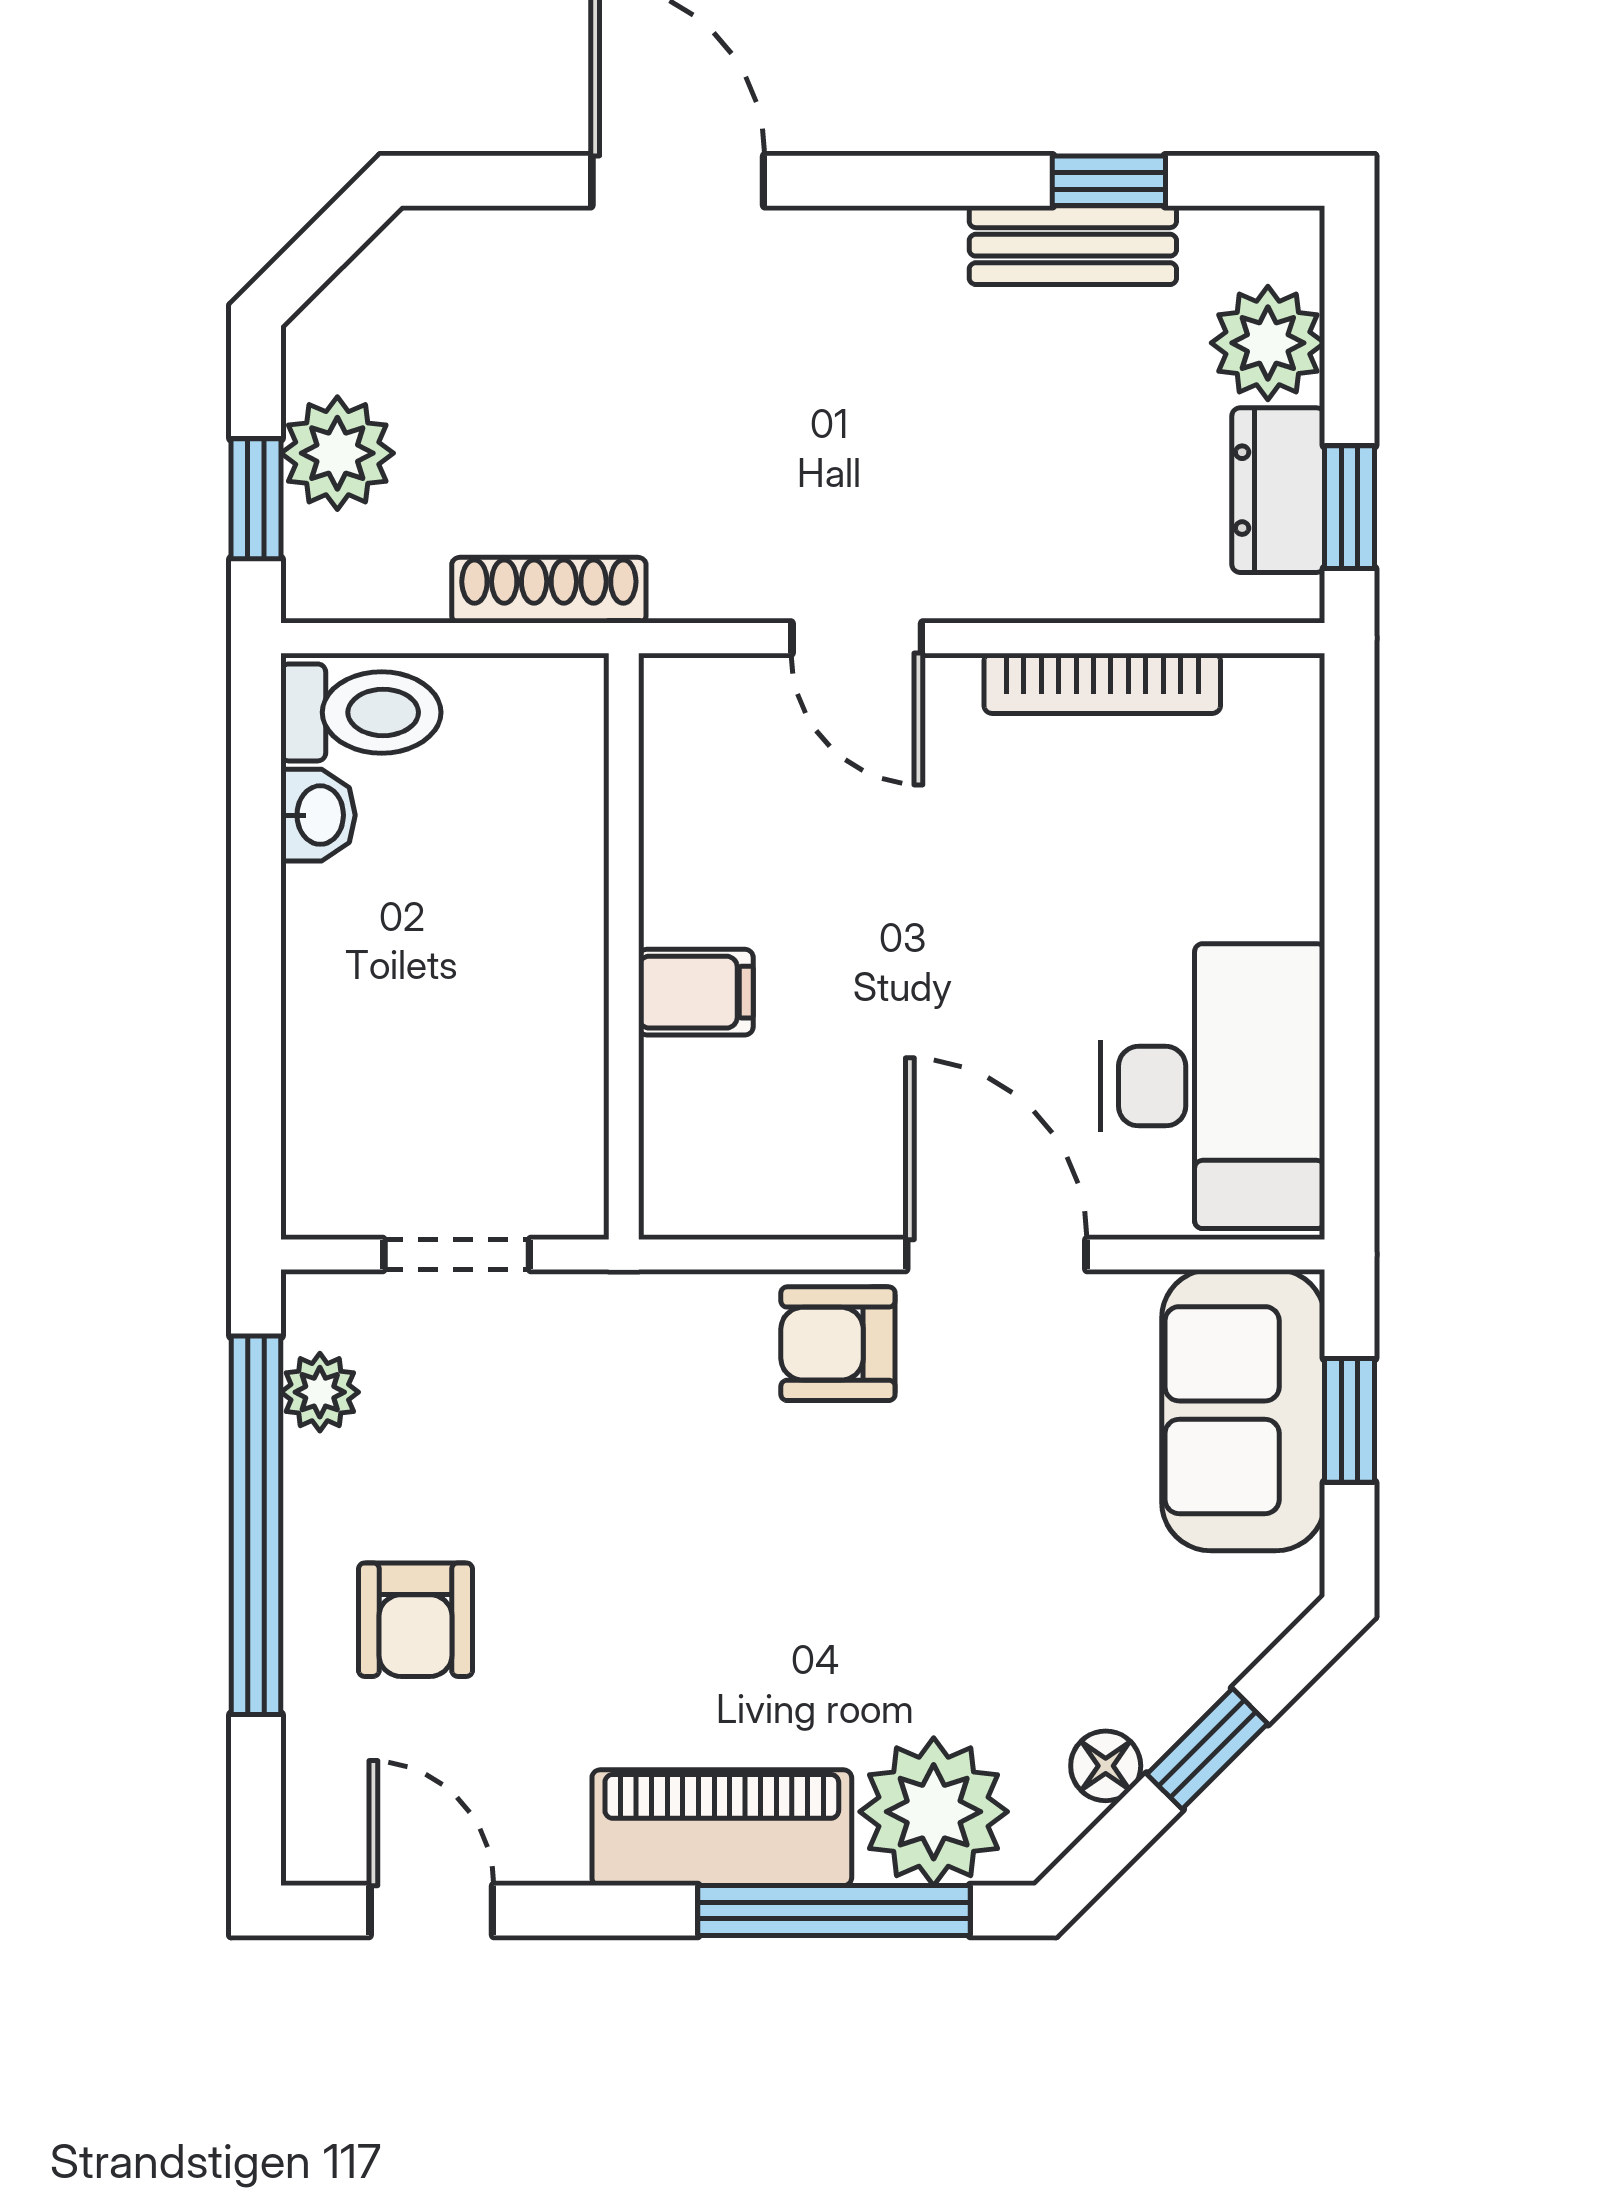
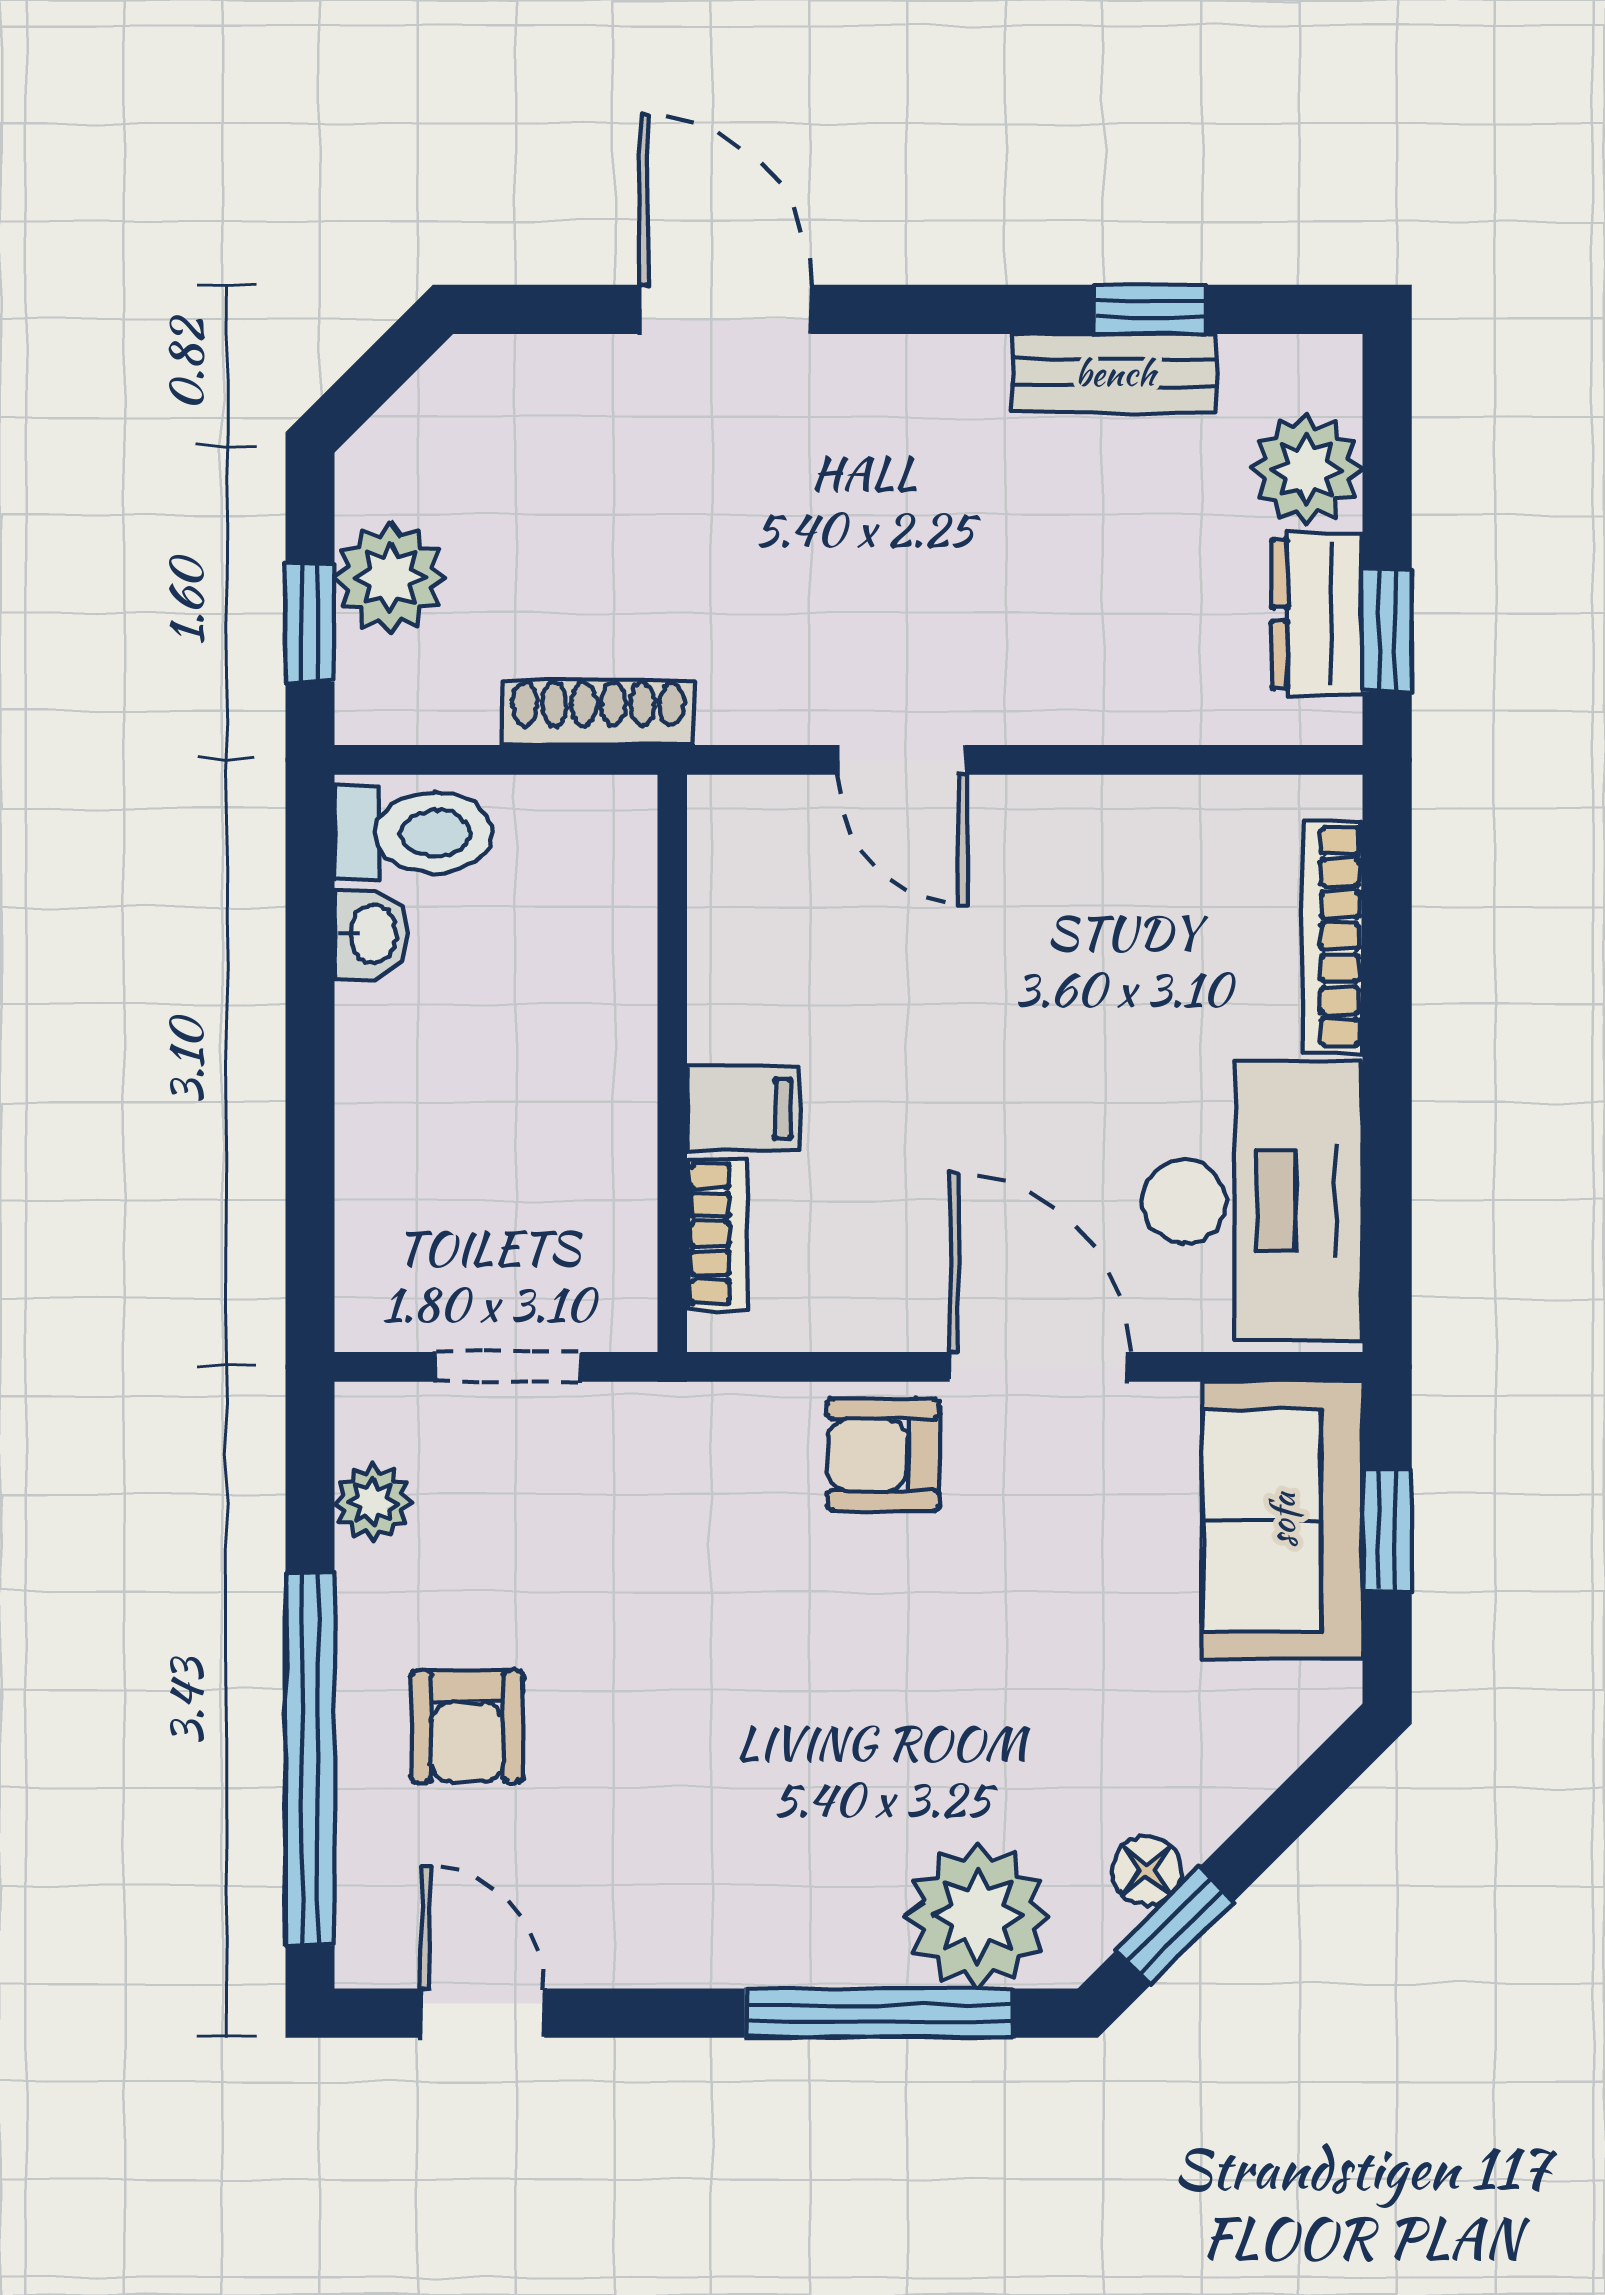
bookcase: (1102, 683) -> (1333, 936), moved, turned 90
bookcase: (669, 1120) -> (717, 1234), added
window: (256, 1525) -> (310, 1759), moved
window: (1207, 1749) -> (1175, 1926), moved
piano: (722, 1828) -> (769, 1932), removed

